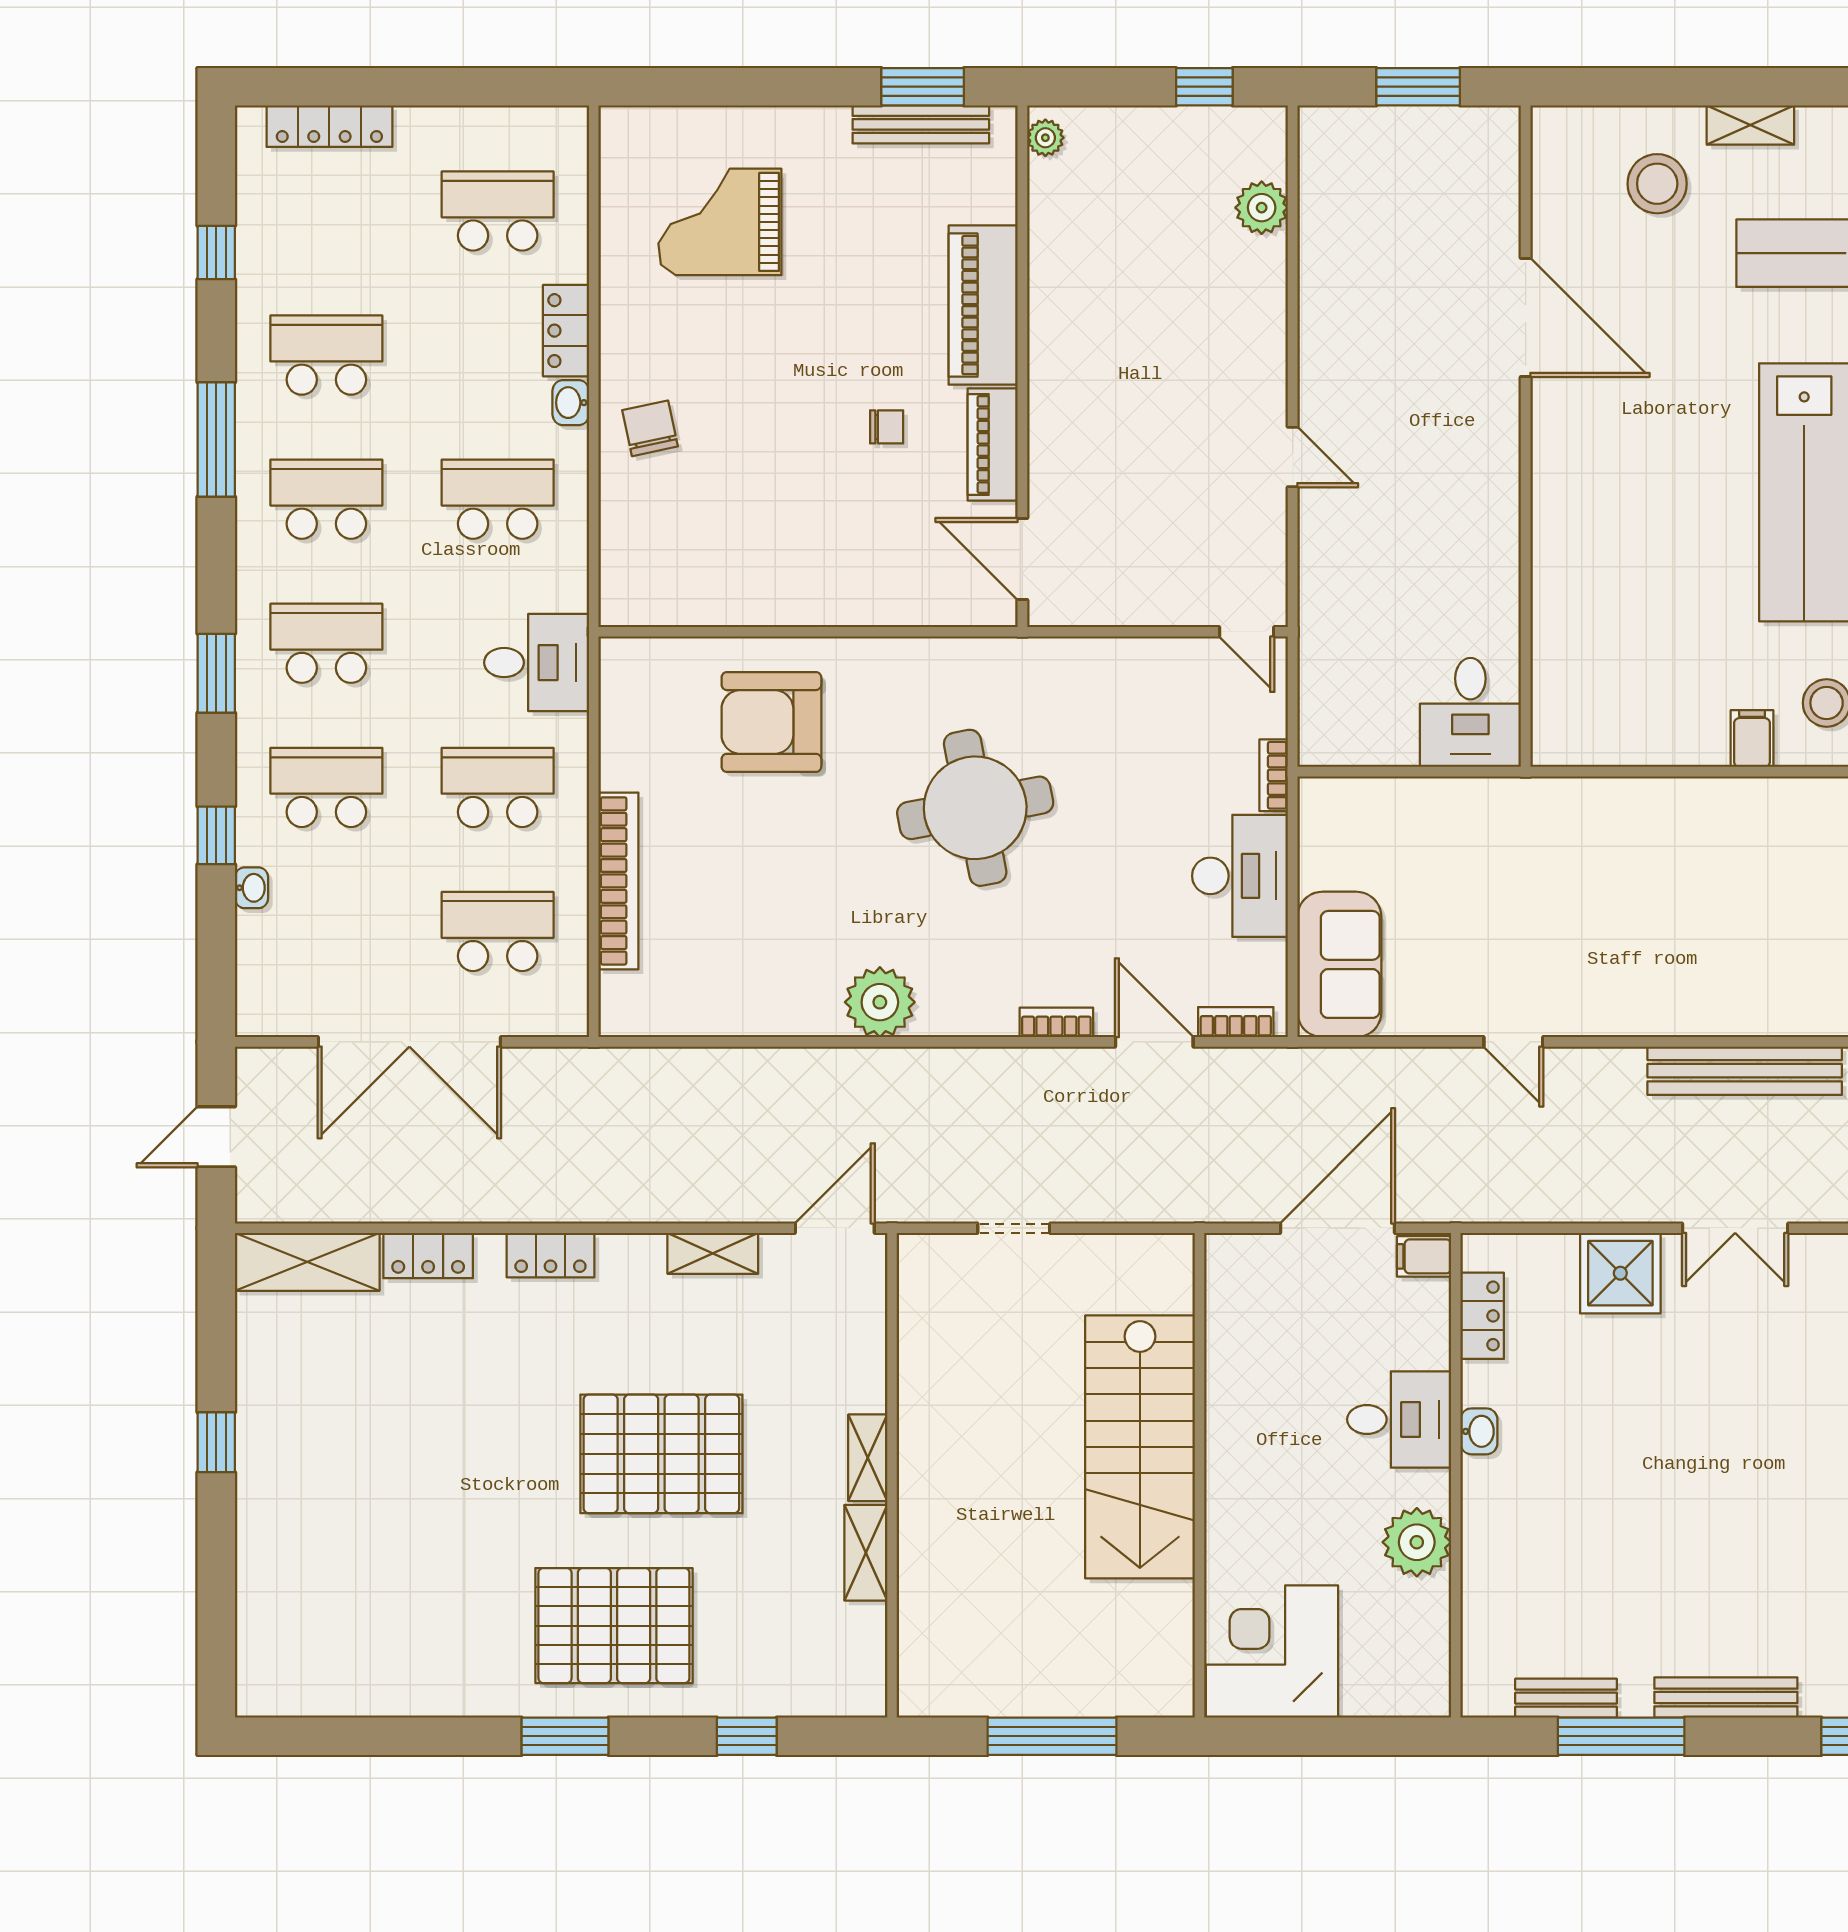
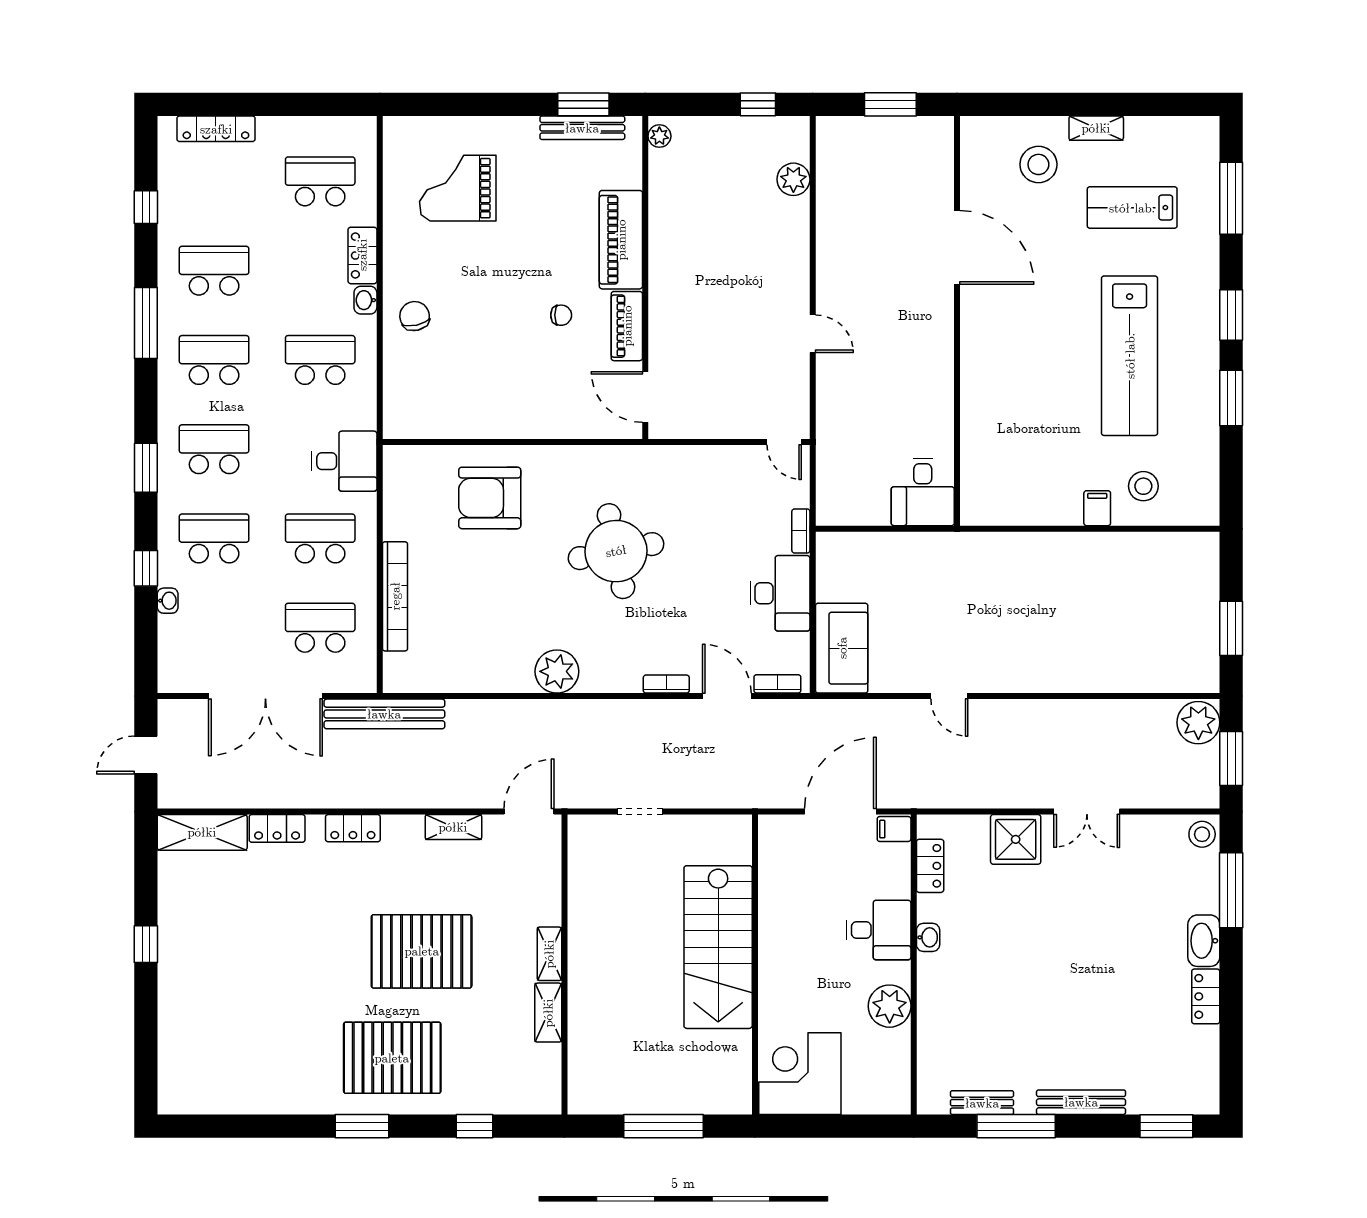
bench: (1745, 1071) -> (384, 714), moved

